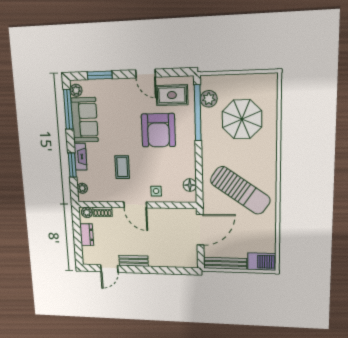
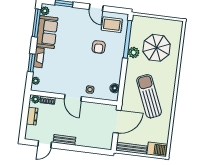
plant: (209, 99) -> (134, 53), moved
armchair: (158, 130) -> (99, 47), width x0.53, depth x0.53
coffee table: (122, 167) -> (68, 69), removed
sun lounger: (240, 190) -> (149, 96), turned -148

